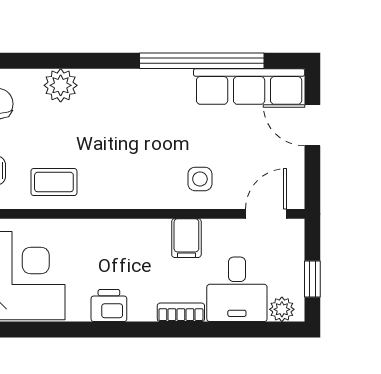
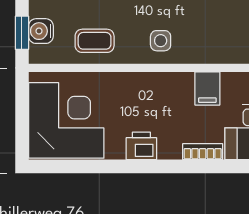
side table: (200, 179) -> (161, 41), moved

